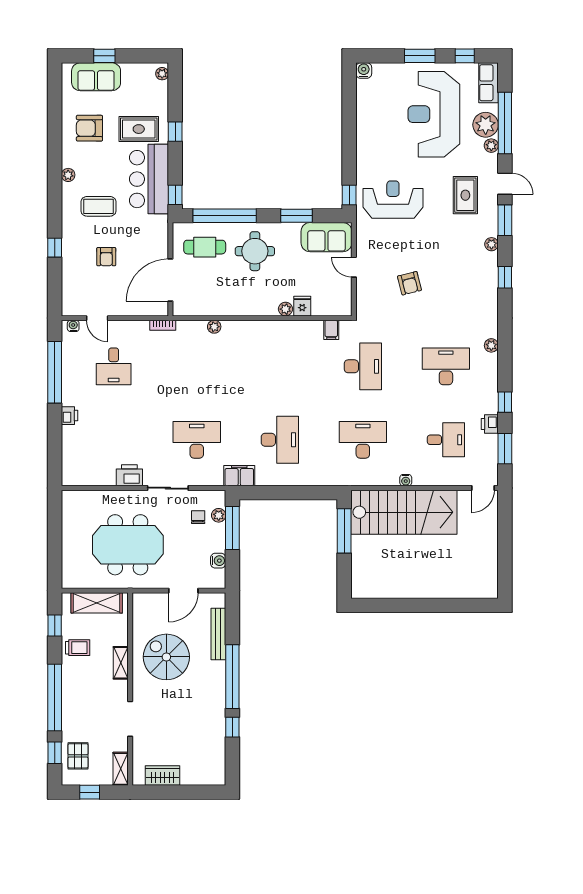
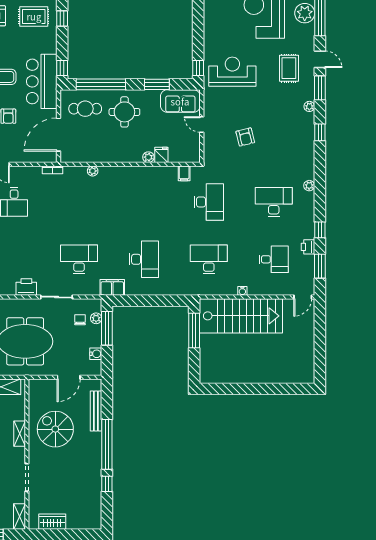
plant: (491, 146) -> (309, 29), removed
bar counter: (149, 179) -> (42, 81), moved

